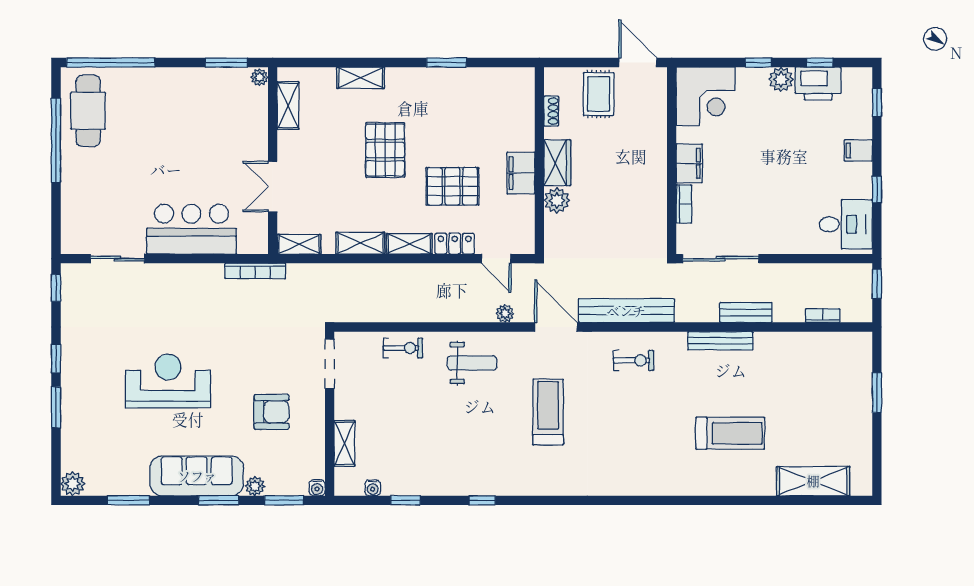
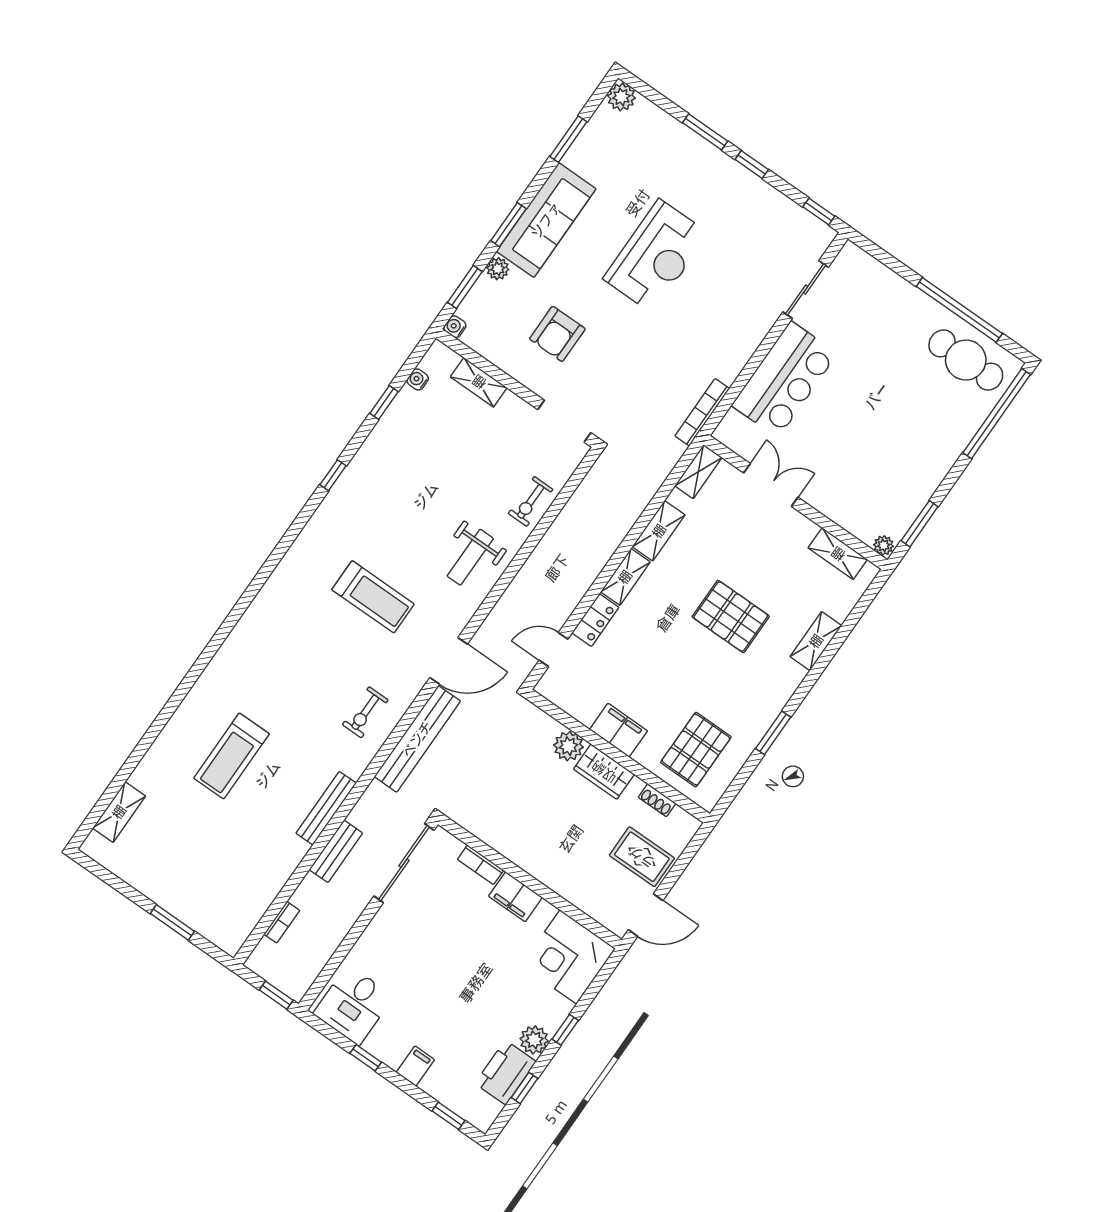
pallet: (452, 186) -> (696, 750), moved
plant: (505, 314) -> (495, 621), removed
shelving: (813, 481) -> (119, 812), width x0.67, depth x0.75

